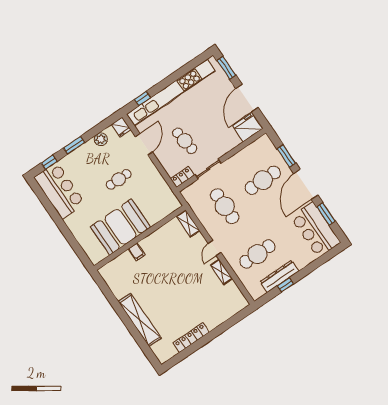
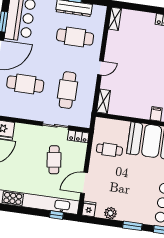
cafe table: (119, 179) -> (109, 150), moved
shelving: (221, 272) -> (115, 19), moved

